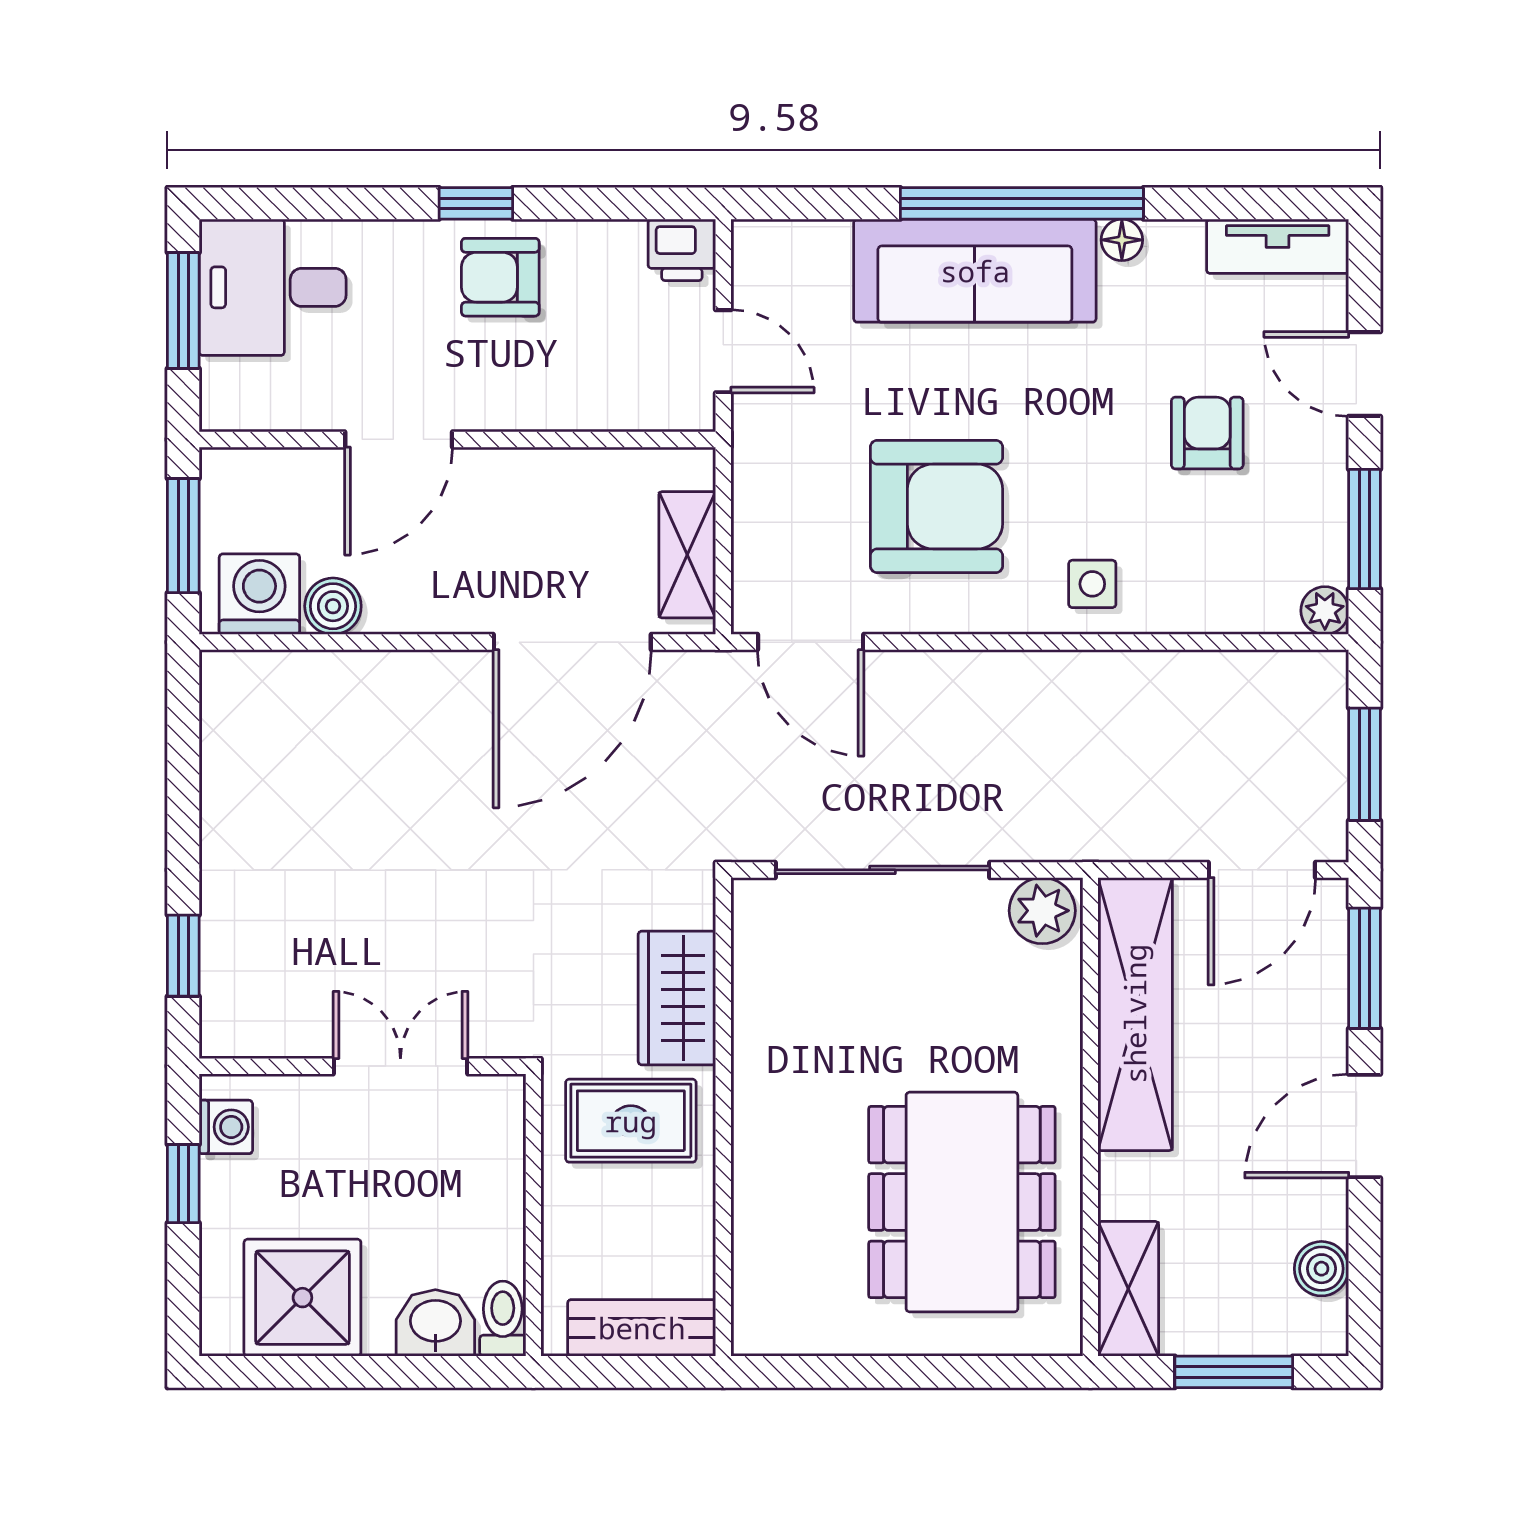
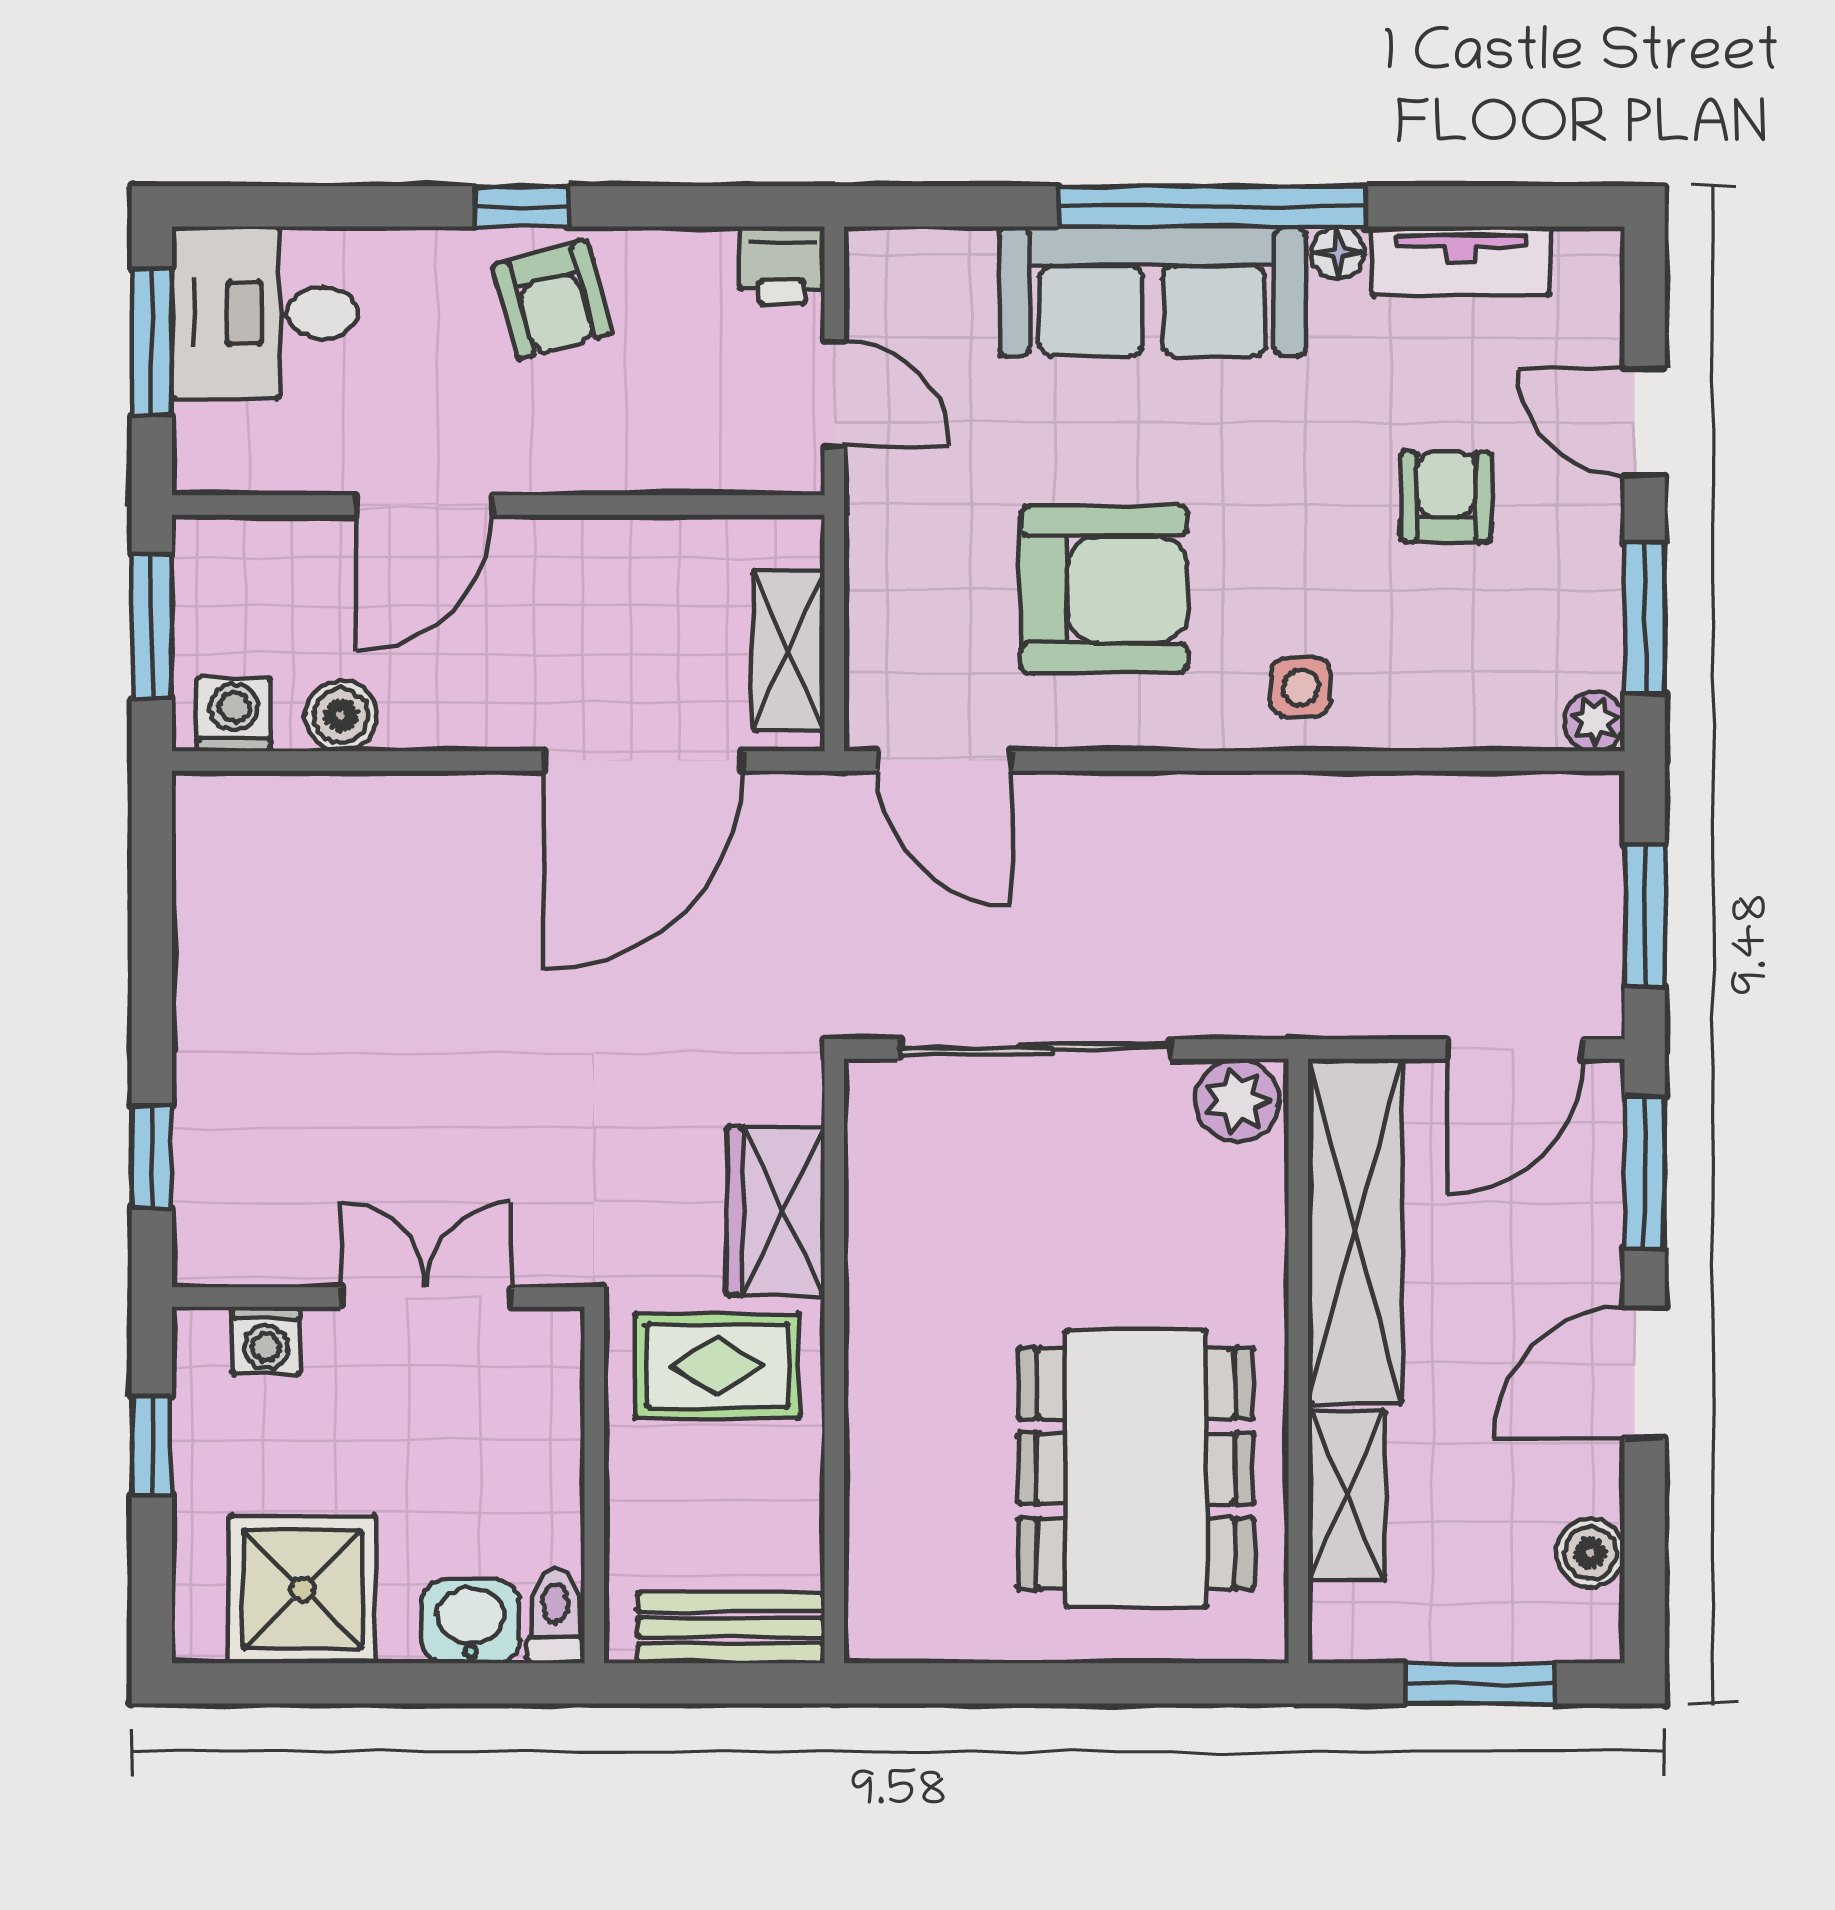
tv unit: (1278, 246) -> (1460, 261), moved
armchair: (500, 277) -> (552, 300), turned -105
washing machine: (259, 594) -> (234, 714), width x0.73, depth x0.73
washing machine: (226, 1127) -> (266, 1340), moved, turned 90
shelving: (1128, 1289) -> (1346, 1495), moved

